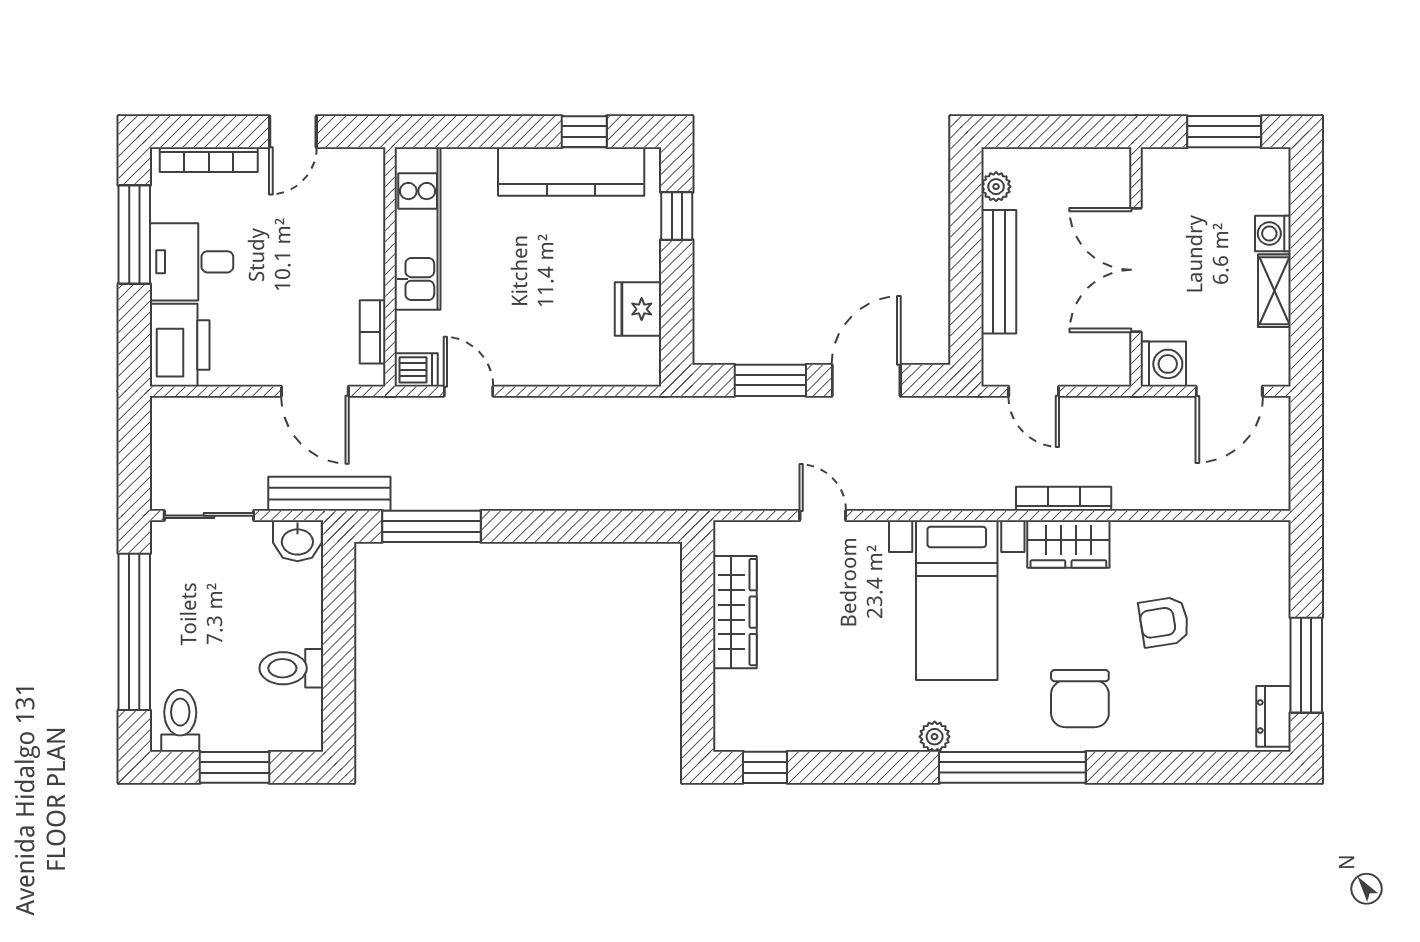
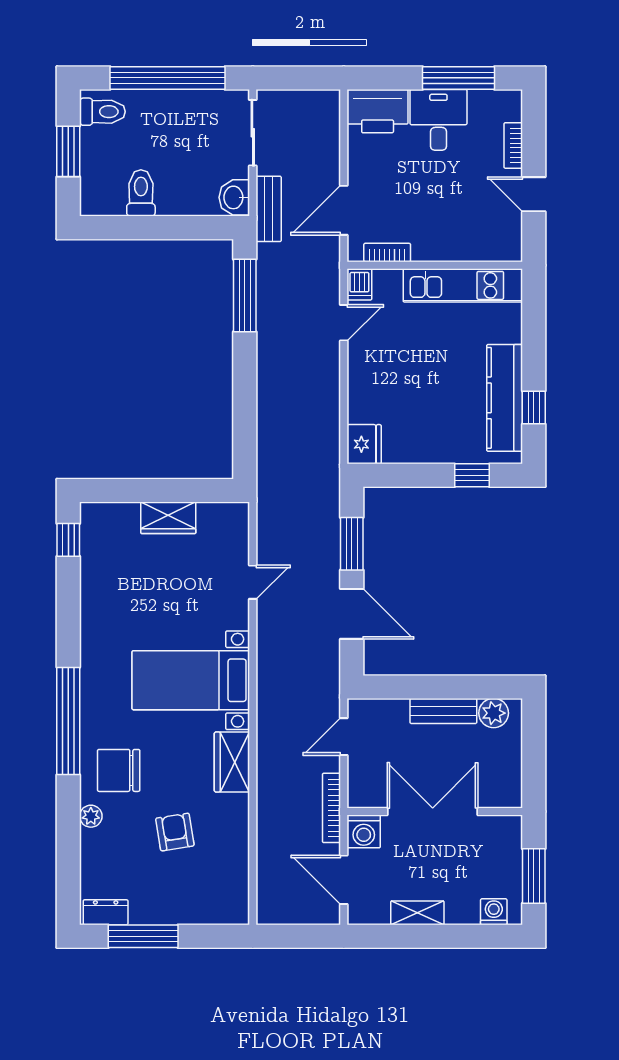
bookcase: (209, 160) -> (513, 145), width x0.64
plant: (996, 187) -> (494, 713), width x1.38, depth x1.38
washing machine: (1273, 233) -> (494, 912), moved
bench: (999, 272) -> (443, 711), width x0.73
fridge: (638, 309) -> (364, 444), moved, turned 90
bench: (329, 494) -> (269, 209), width x0.73
bookcase: (1064, 499) -> (331, 808), moved, turned 180
wardrobe: (735, 612) -> (168, 518), width x0.67
plant: (935, 737) -> (91, 816), moved

